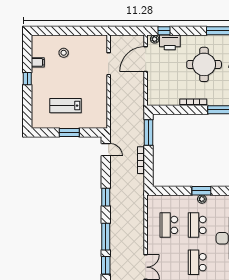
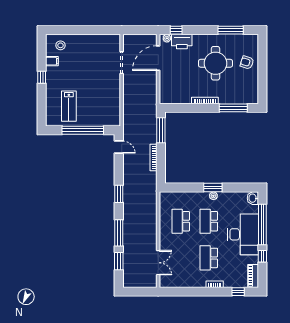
stool: (64, 53) -> (60, 45), moved
lab bench: (66, 106) -> (69, 106), moved, turned -90
window: (69, 133) -> (83, 130), width x2.11

